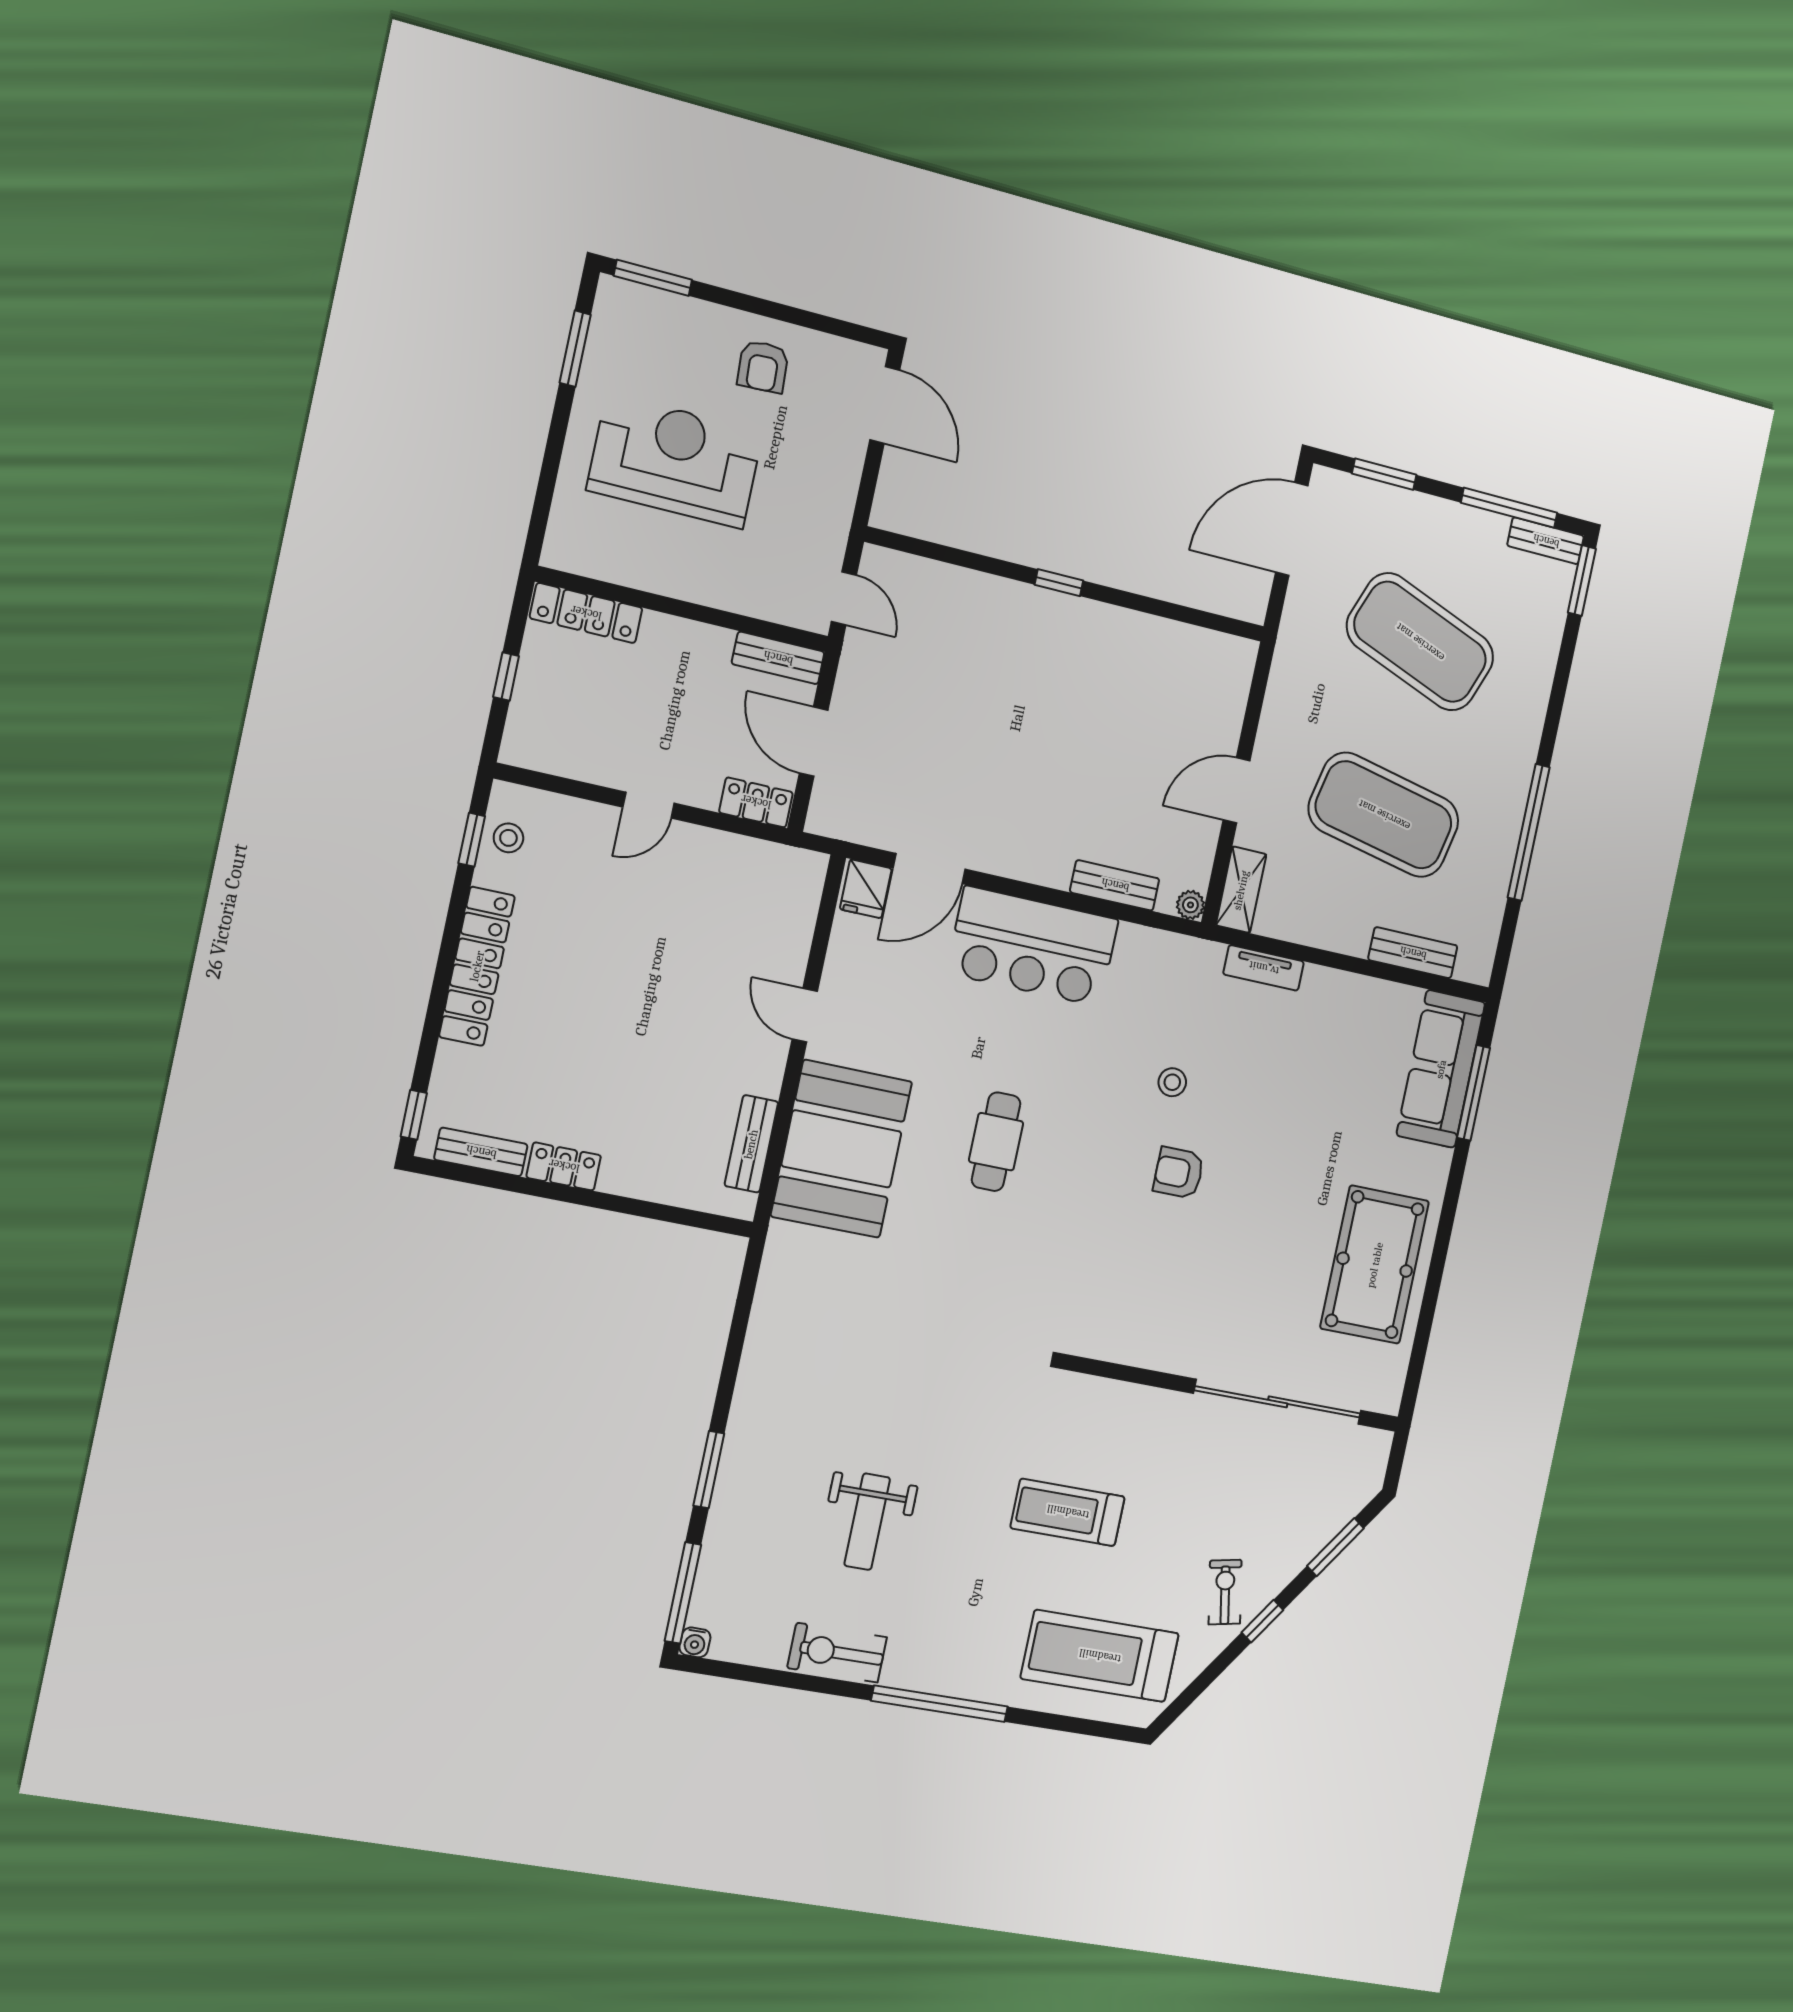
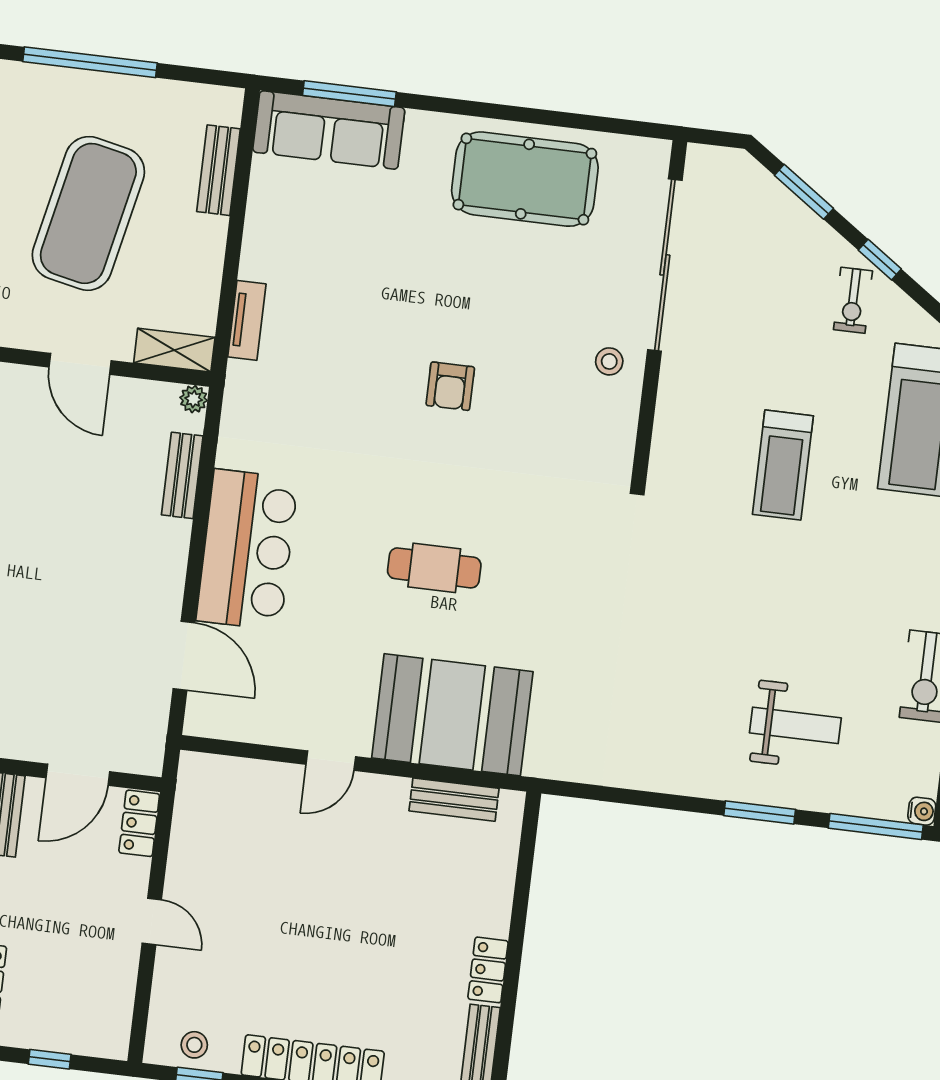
fridge: (866, 889) -> (209, 714), removed
stool: (1172, 1082) -> (609, 361), moved
weight bench: (867, 1522) -> (795, 725), moved
exercise bike: (1225, 1592) -> (853, 300), turned -79

